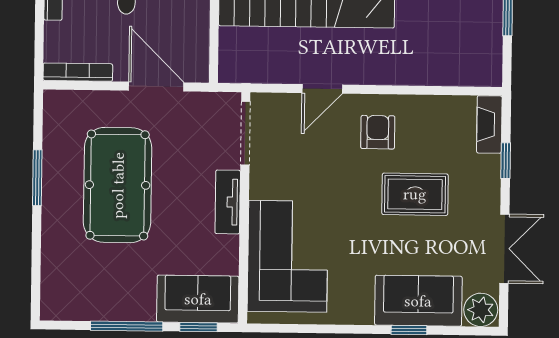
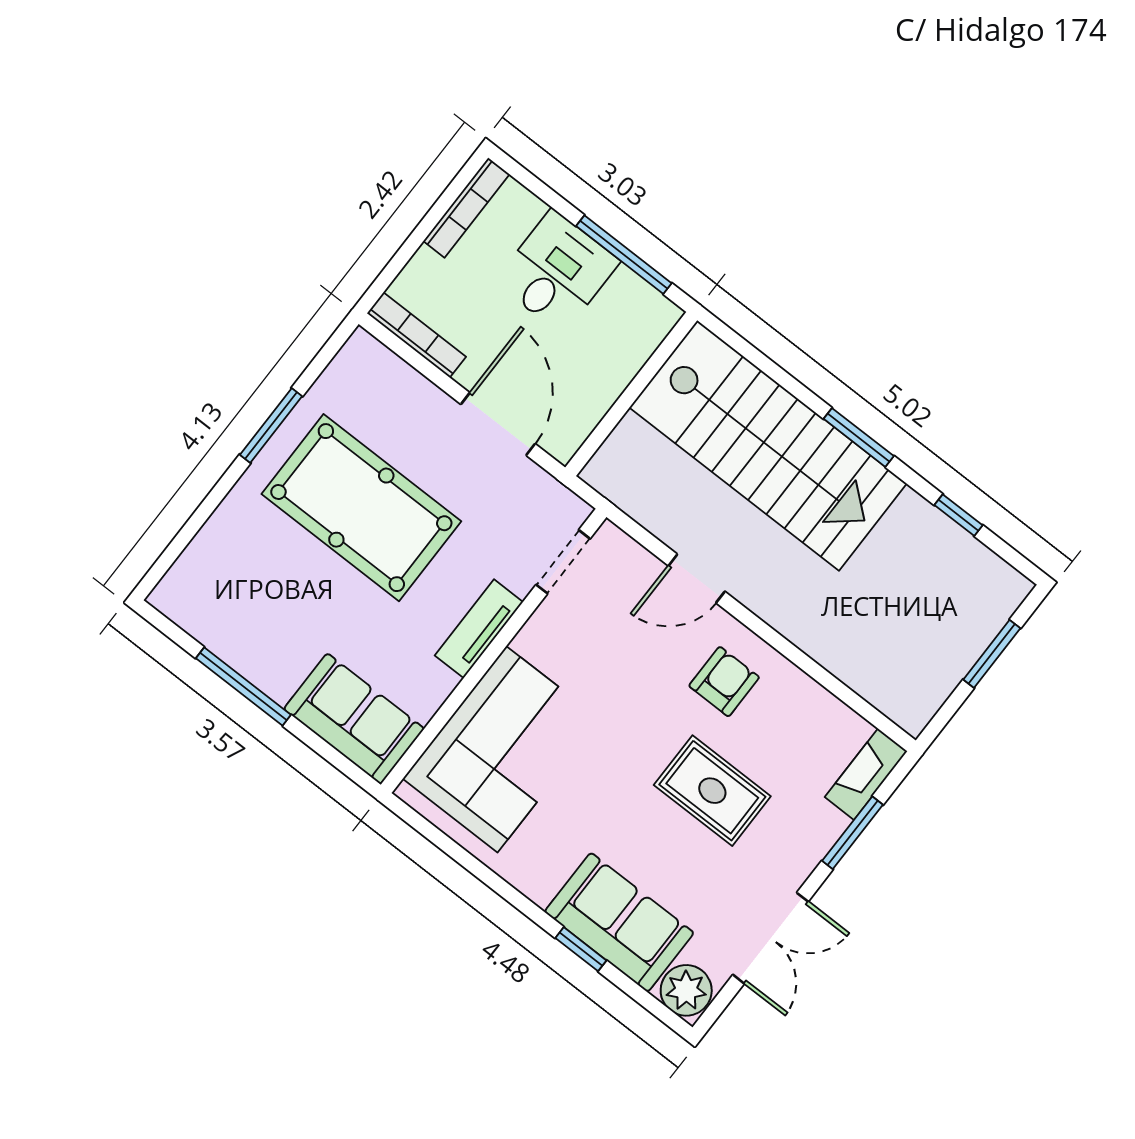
doorway: (245, 133) -> (563, 562), width x0.73
window: (506, 161) -> (853, 833), width x1.50
pool table: (118, 185) -> (361, 508), turned 90
window: (198, 327) -> (329, 753), removed

